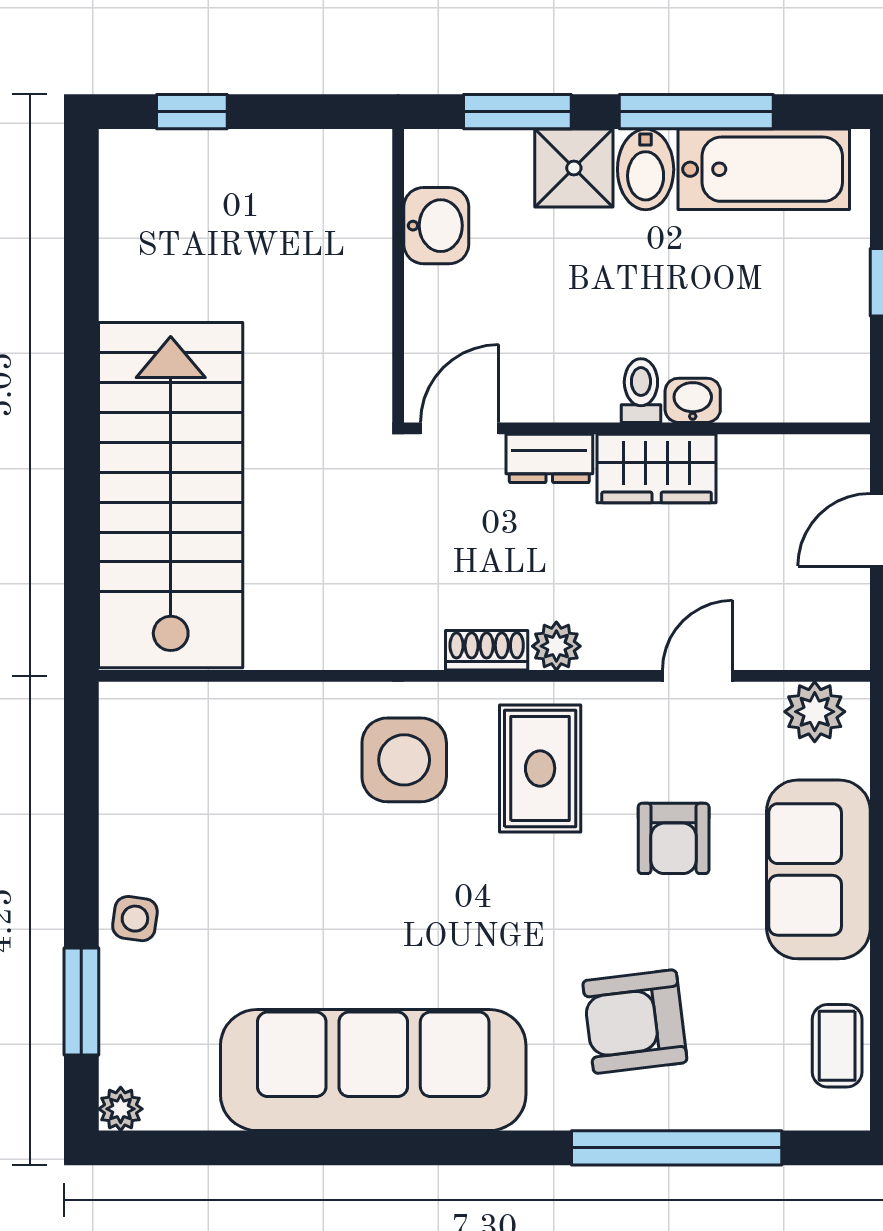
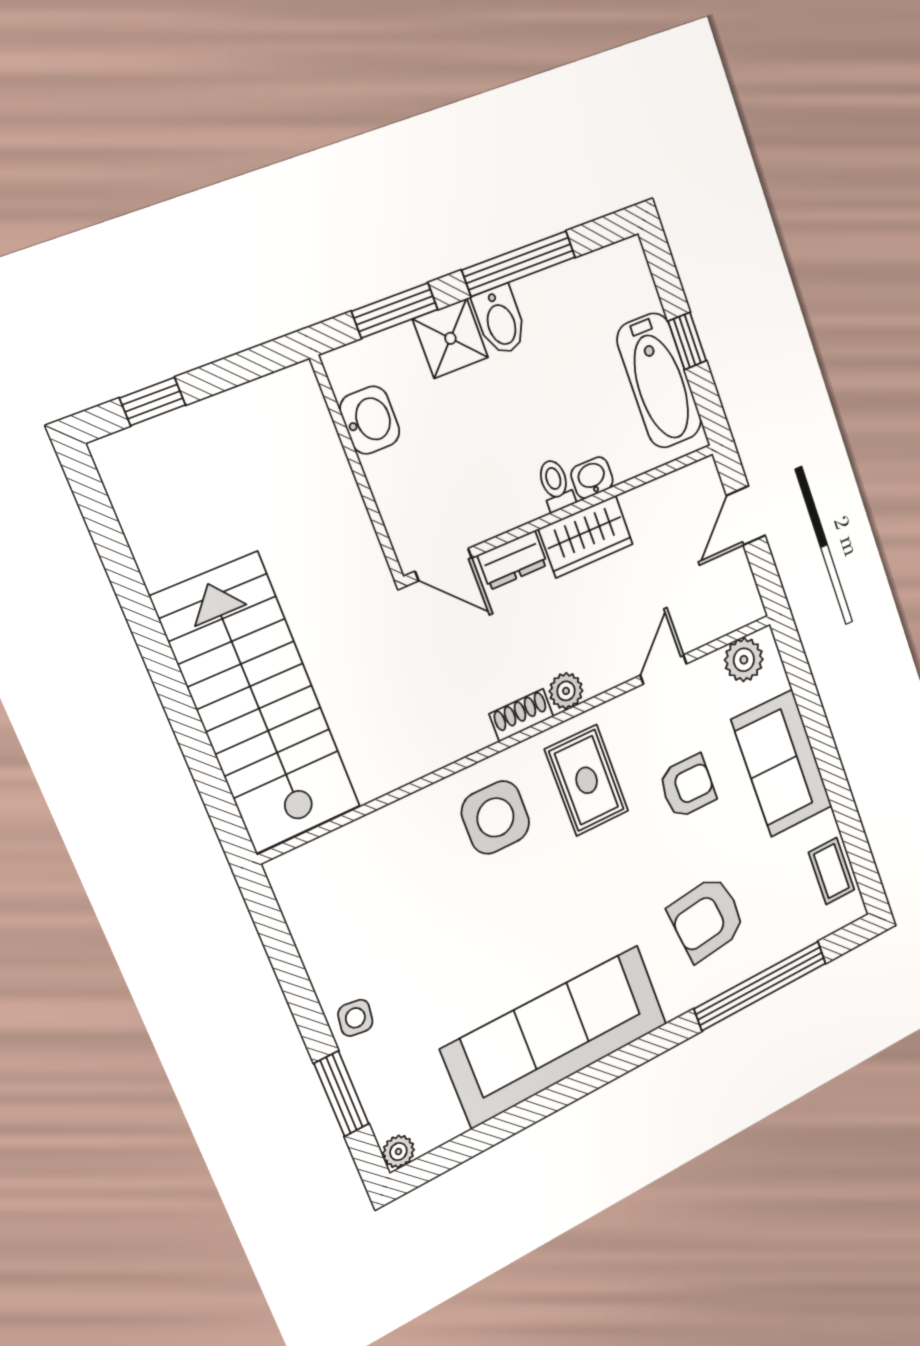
bathtub: (764, 169) -> (659, 381), moved, turned 90
door: (460, 428) -> (443, 565), swing flipped
armchair: (674, 838) -> (687, 786), turned -90

